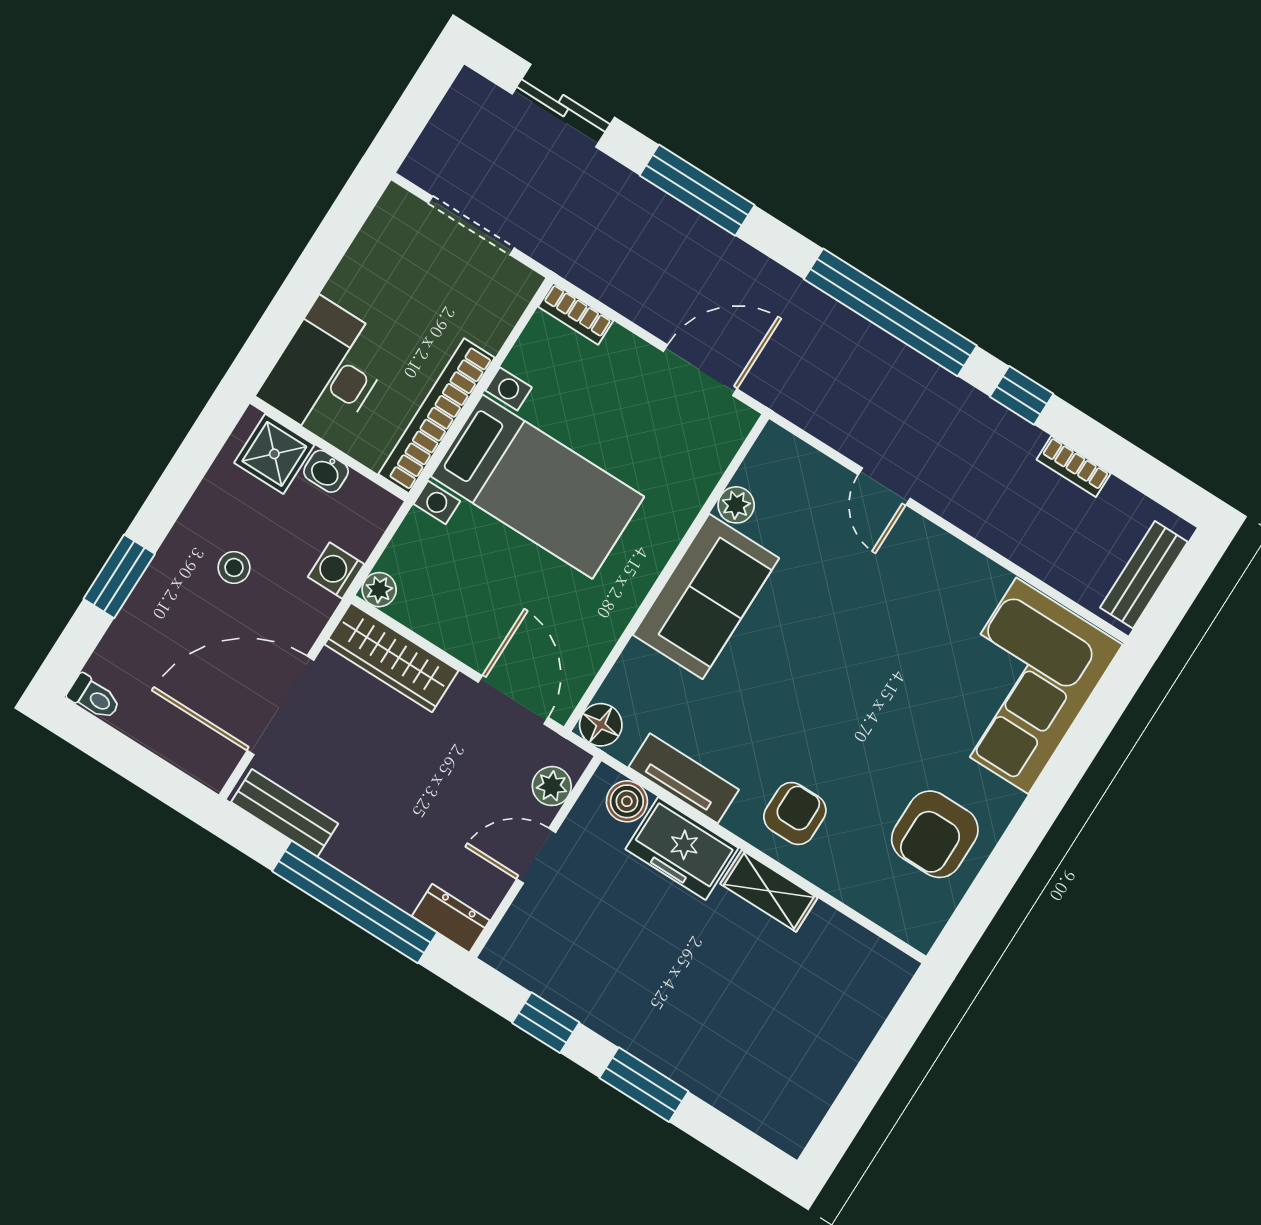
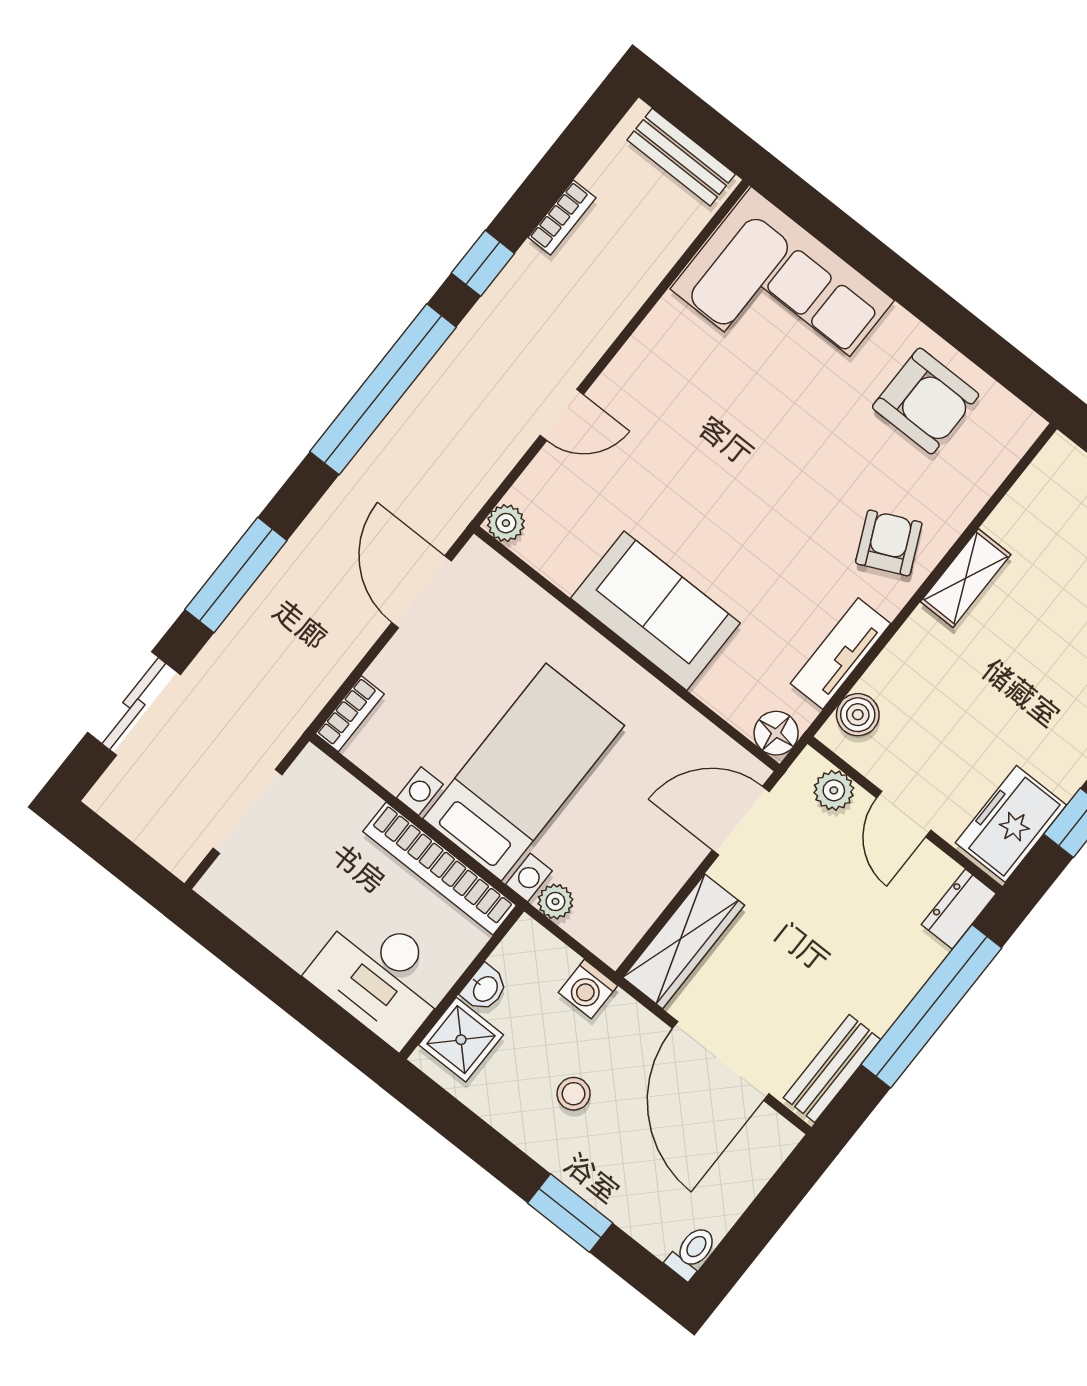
plant: (736, 505) -> (506, 523), moved
plant: (379, 590) -> (555, 902), moved
armchair: (795, 814) -> (889, 543), turned 65
freezer: (682, 849) -> (1011, 824), moved, turned 180

